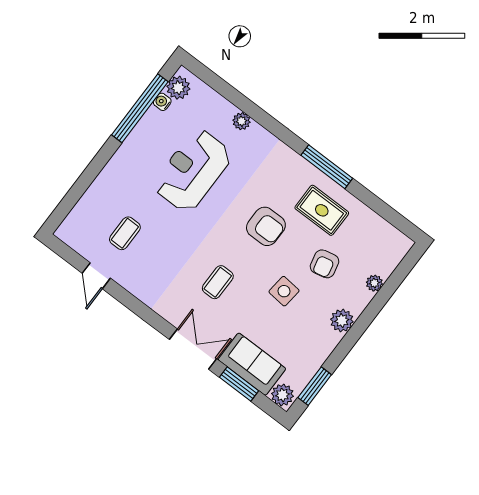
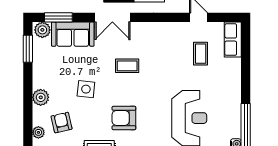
row of seats: (77, 222) -> (233, 40), added
armchair: (324, 264) -> (62, 123), moved
coffee table: (218, 282) -> (127, 66), turned 90
window: (239, 384) -> (58, 17), moved

